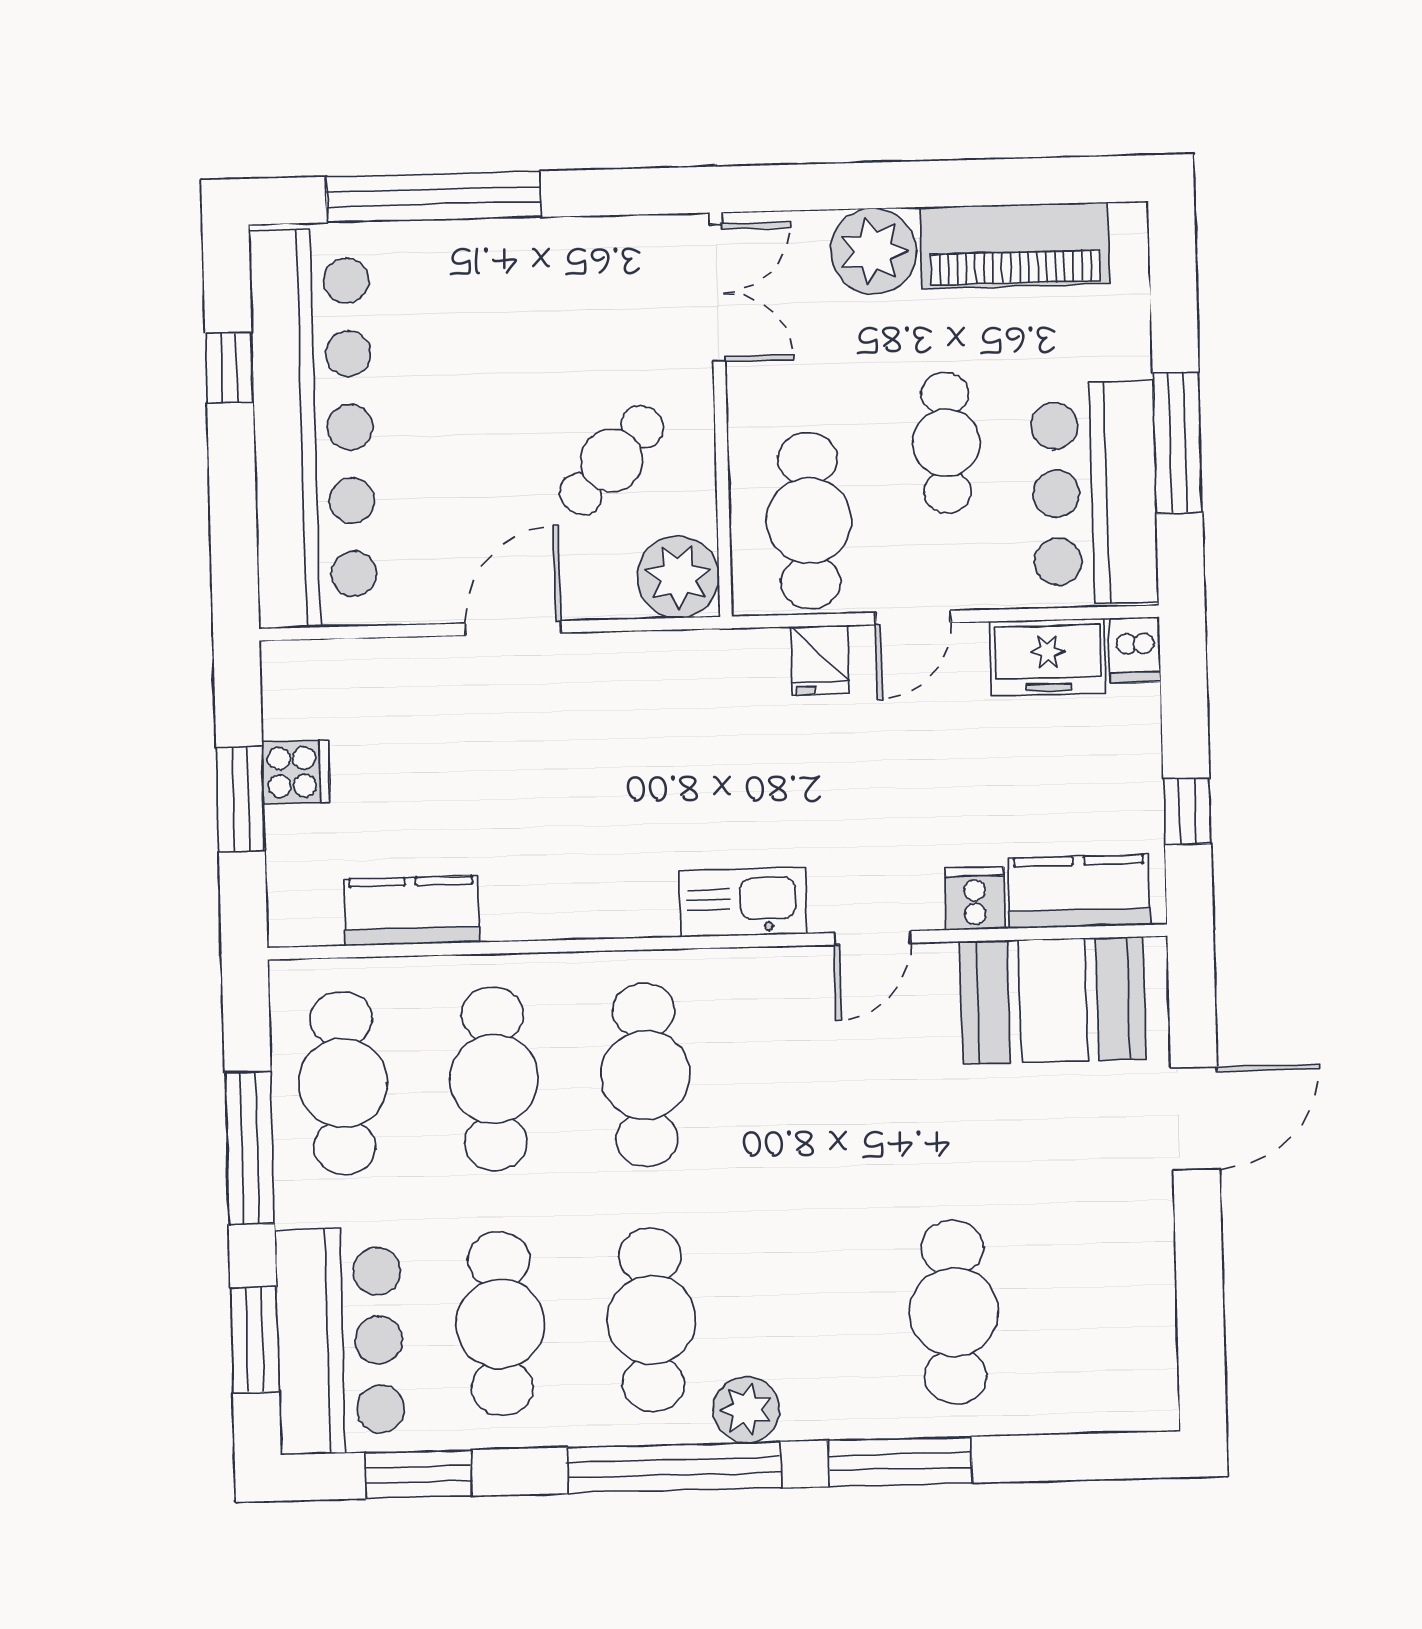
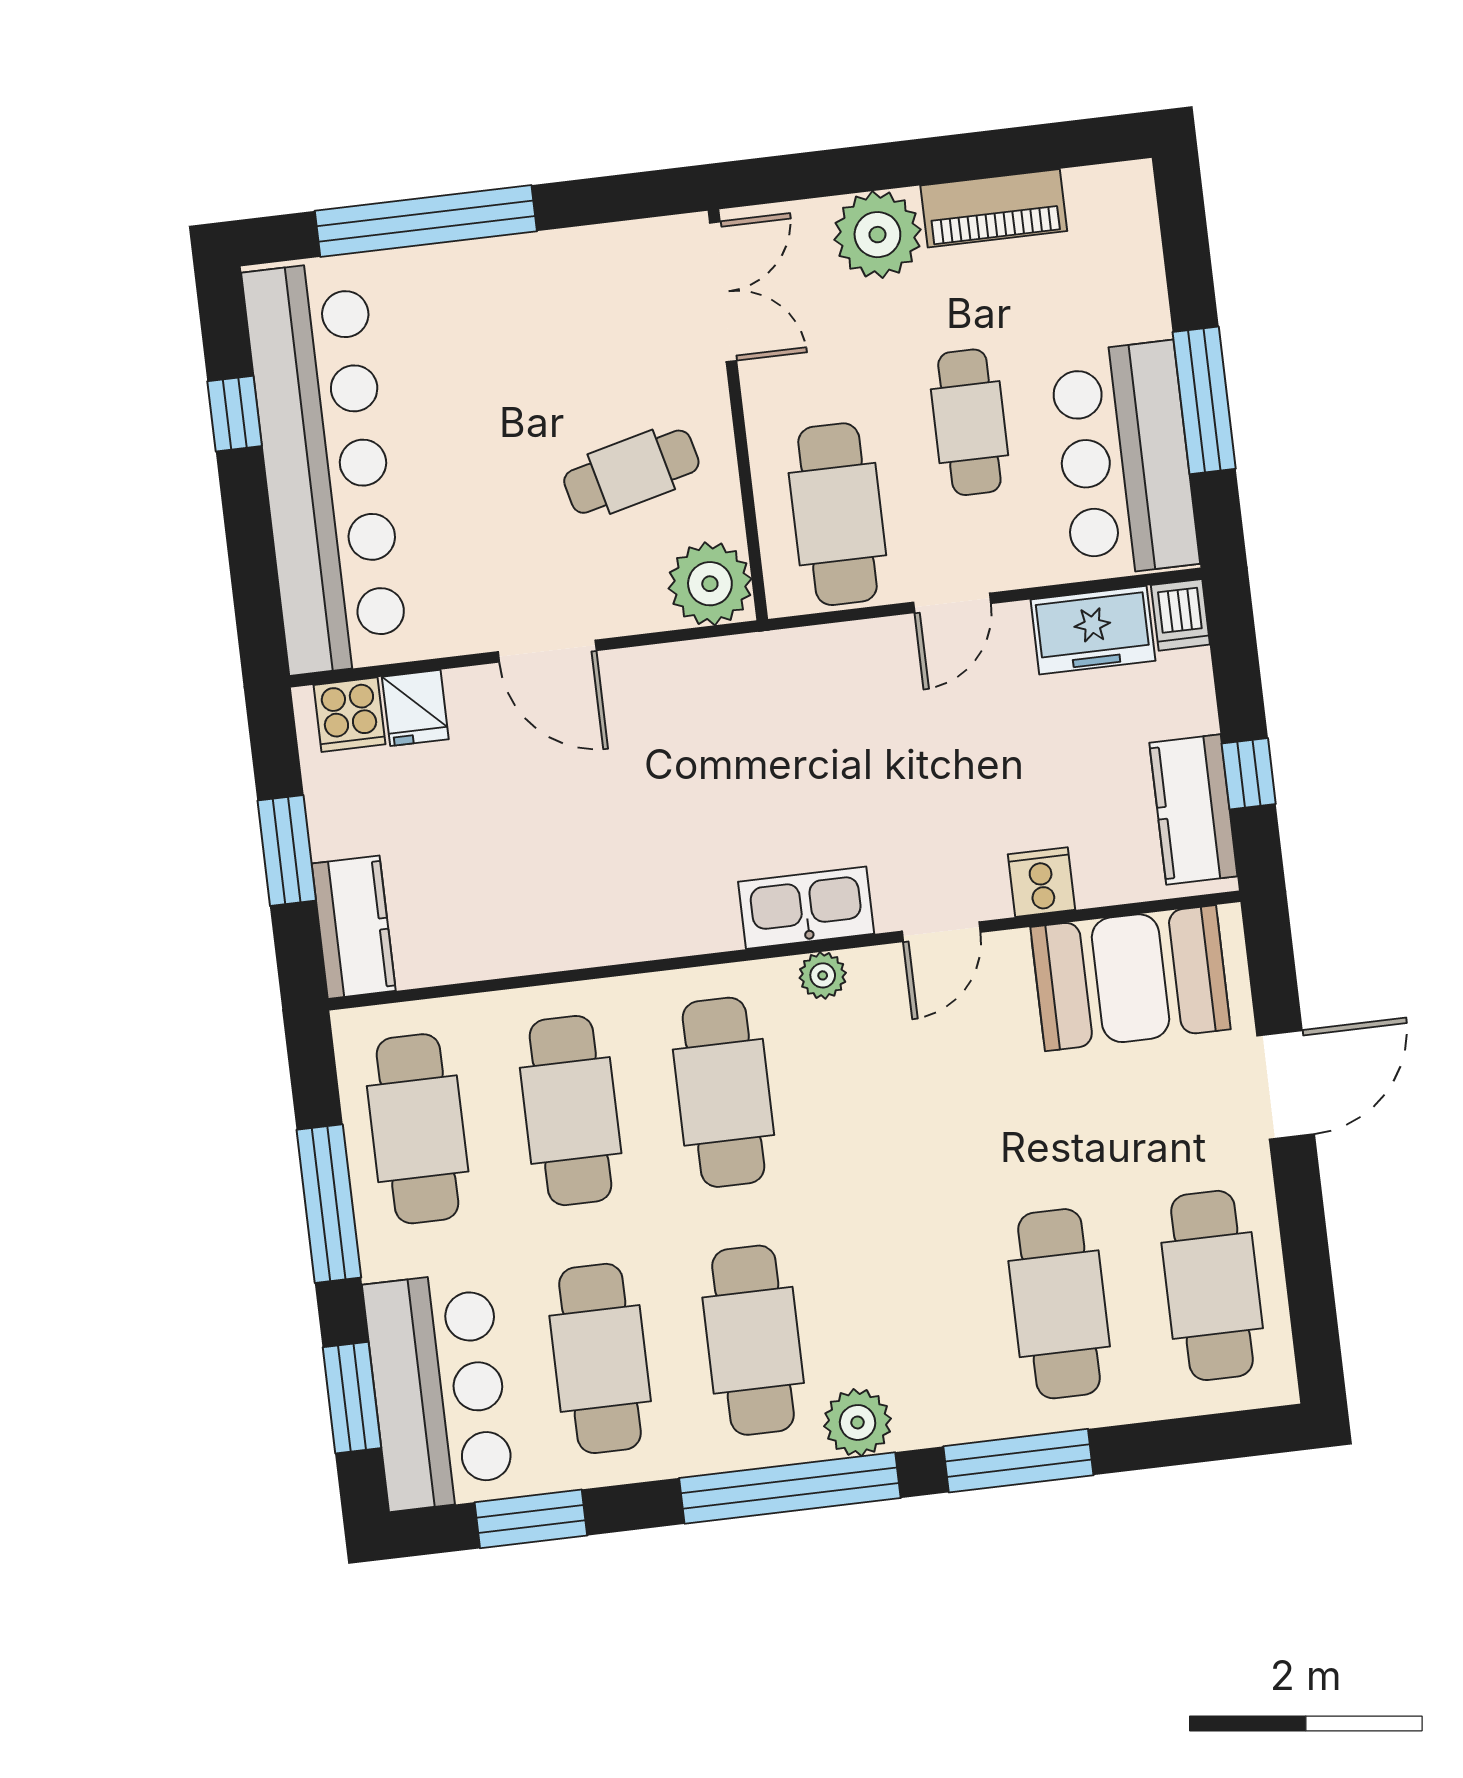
piano: (1015, 245) -> (994, 208), width x0.73, depth x0.75
cafe table: (611, 460) -> (631, 472), turned 32
door: (513, 628) -> (547, 651), swing flipped
fridge: (820, 660) -> (415, 708), moved
cooker: (296, 772) -> (349, 715), moved, turned 90
kitchen counter: (1079, 892) -> (1193, 810), moved, turned -90
kitchen counter: (411, 911) -> (354, 927), moved, turned 90
plant: (753, 970) -> (823, 975), added
cafe table: (1105, 1308) -> (1212, 1285), added

